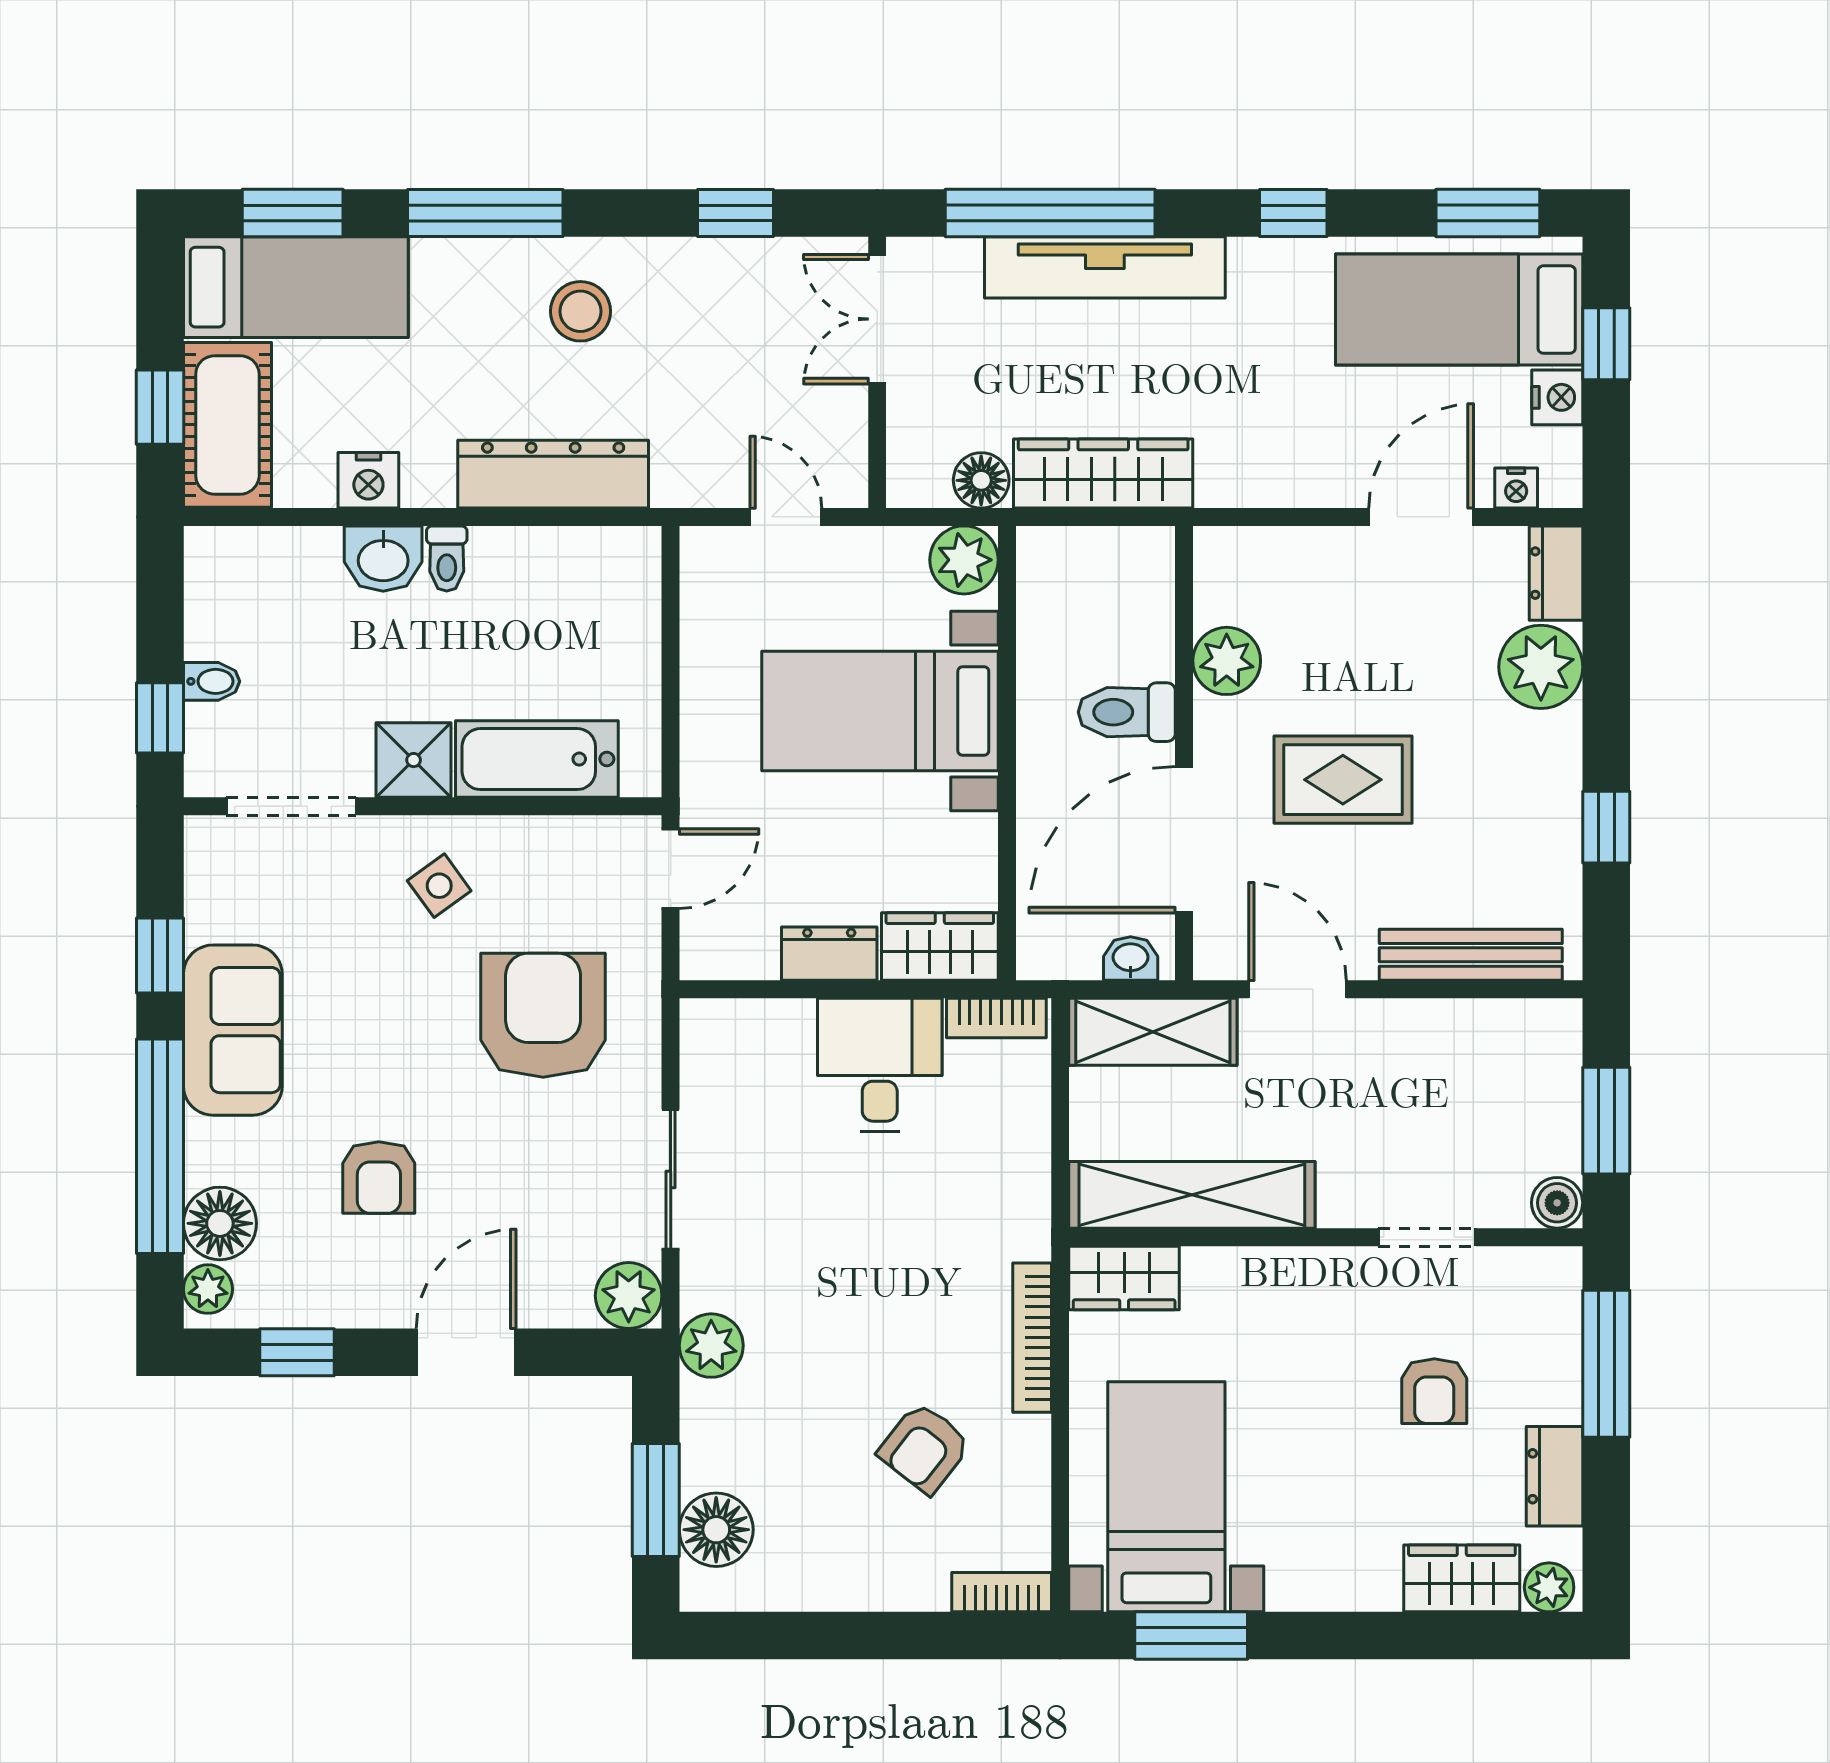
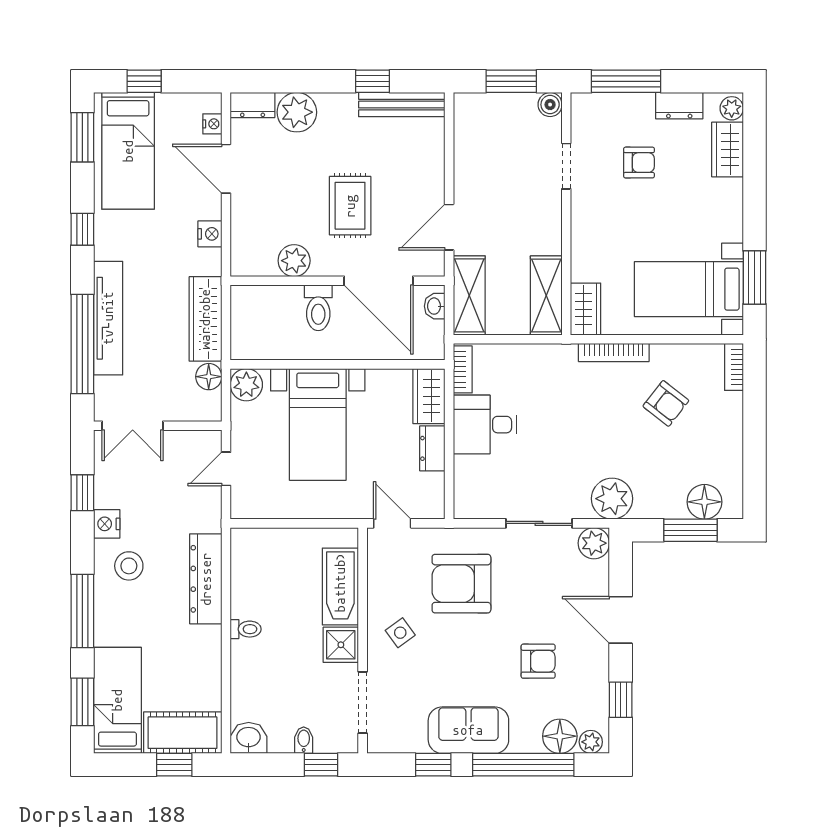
nightstand: (1557, 397) -> (210, 234), moved, turned 90
nightstand: (368, 480) -> (107, 524), moved, turned 180
washbasin: (383, 559) -> (249, 738), moved, turned -90
bench: (1471, 955) -> (402, 105), moved, turned 90
shelving: (1192, 1195) -> (546, 296), width x0.68
plant: (711, 1346) -> (612, 499), width x1.36, depth x1.36

